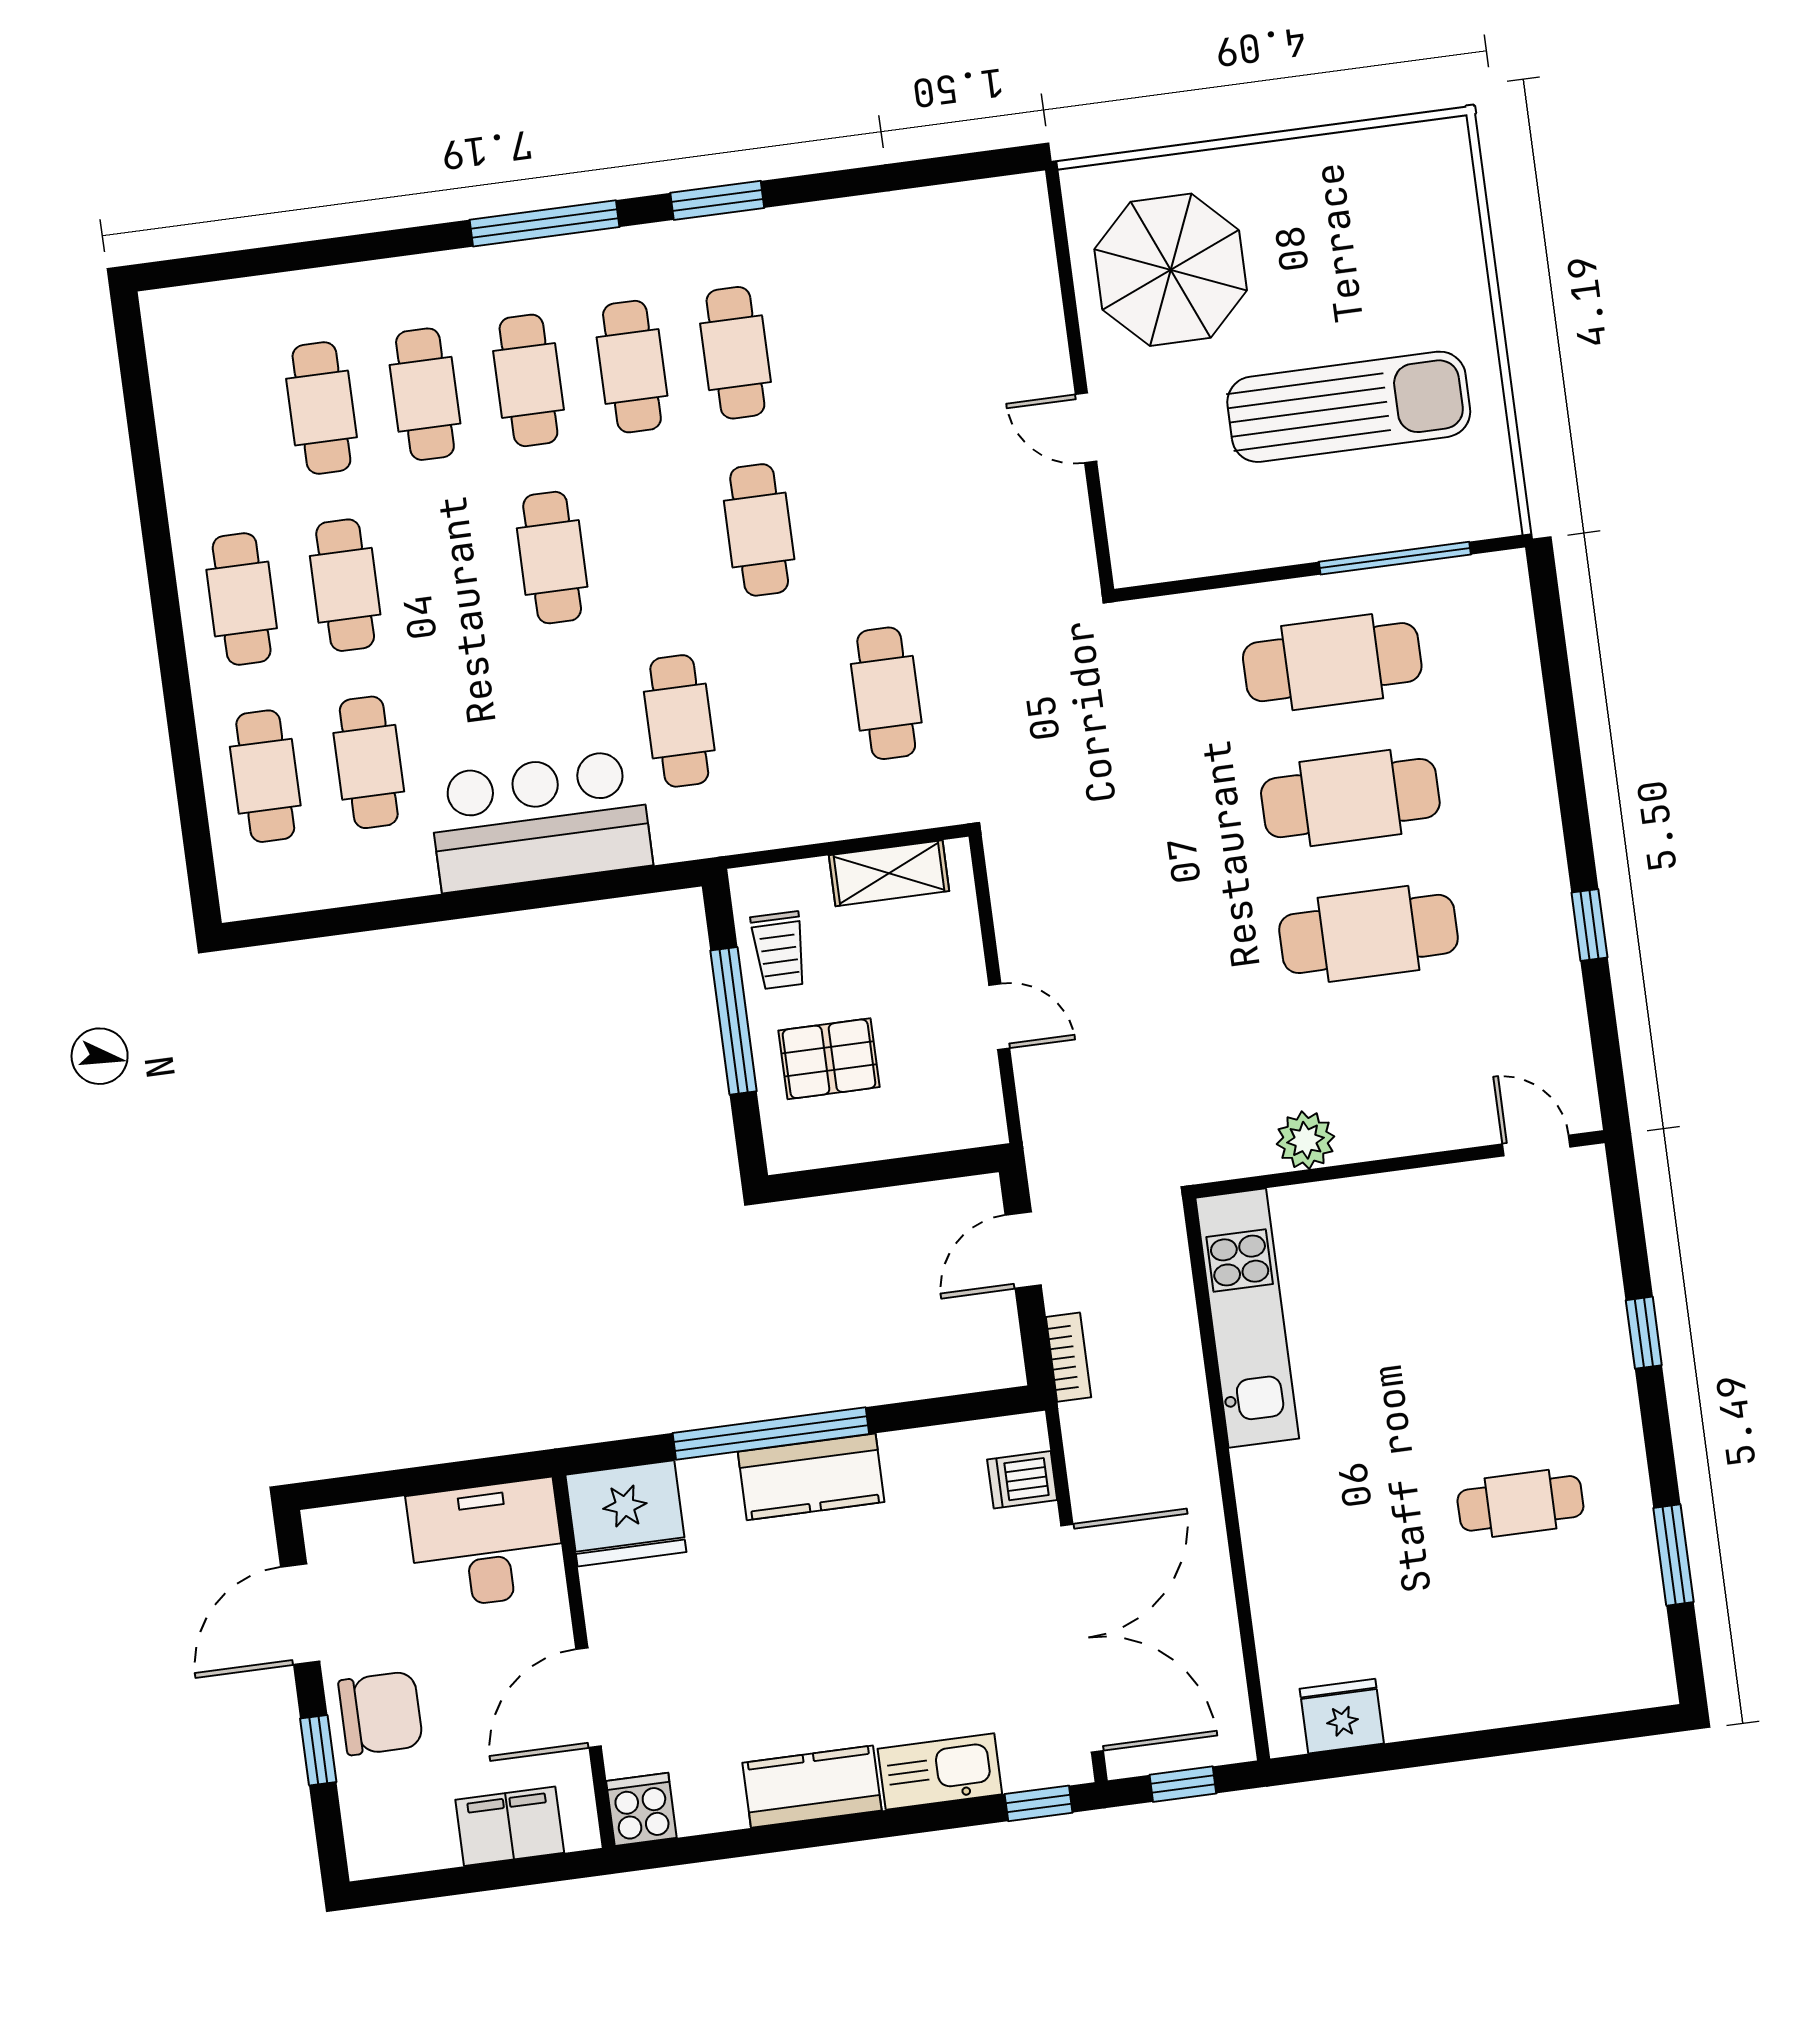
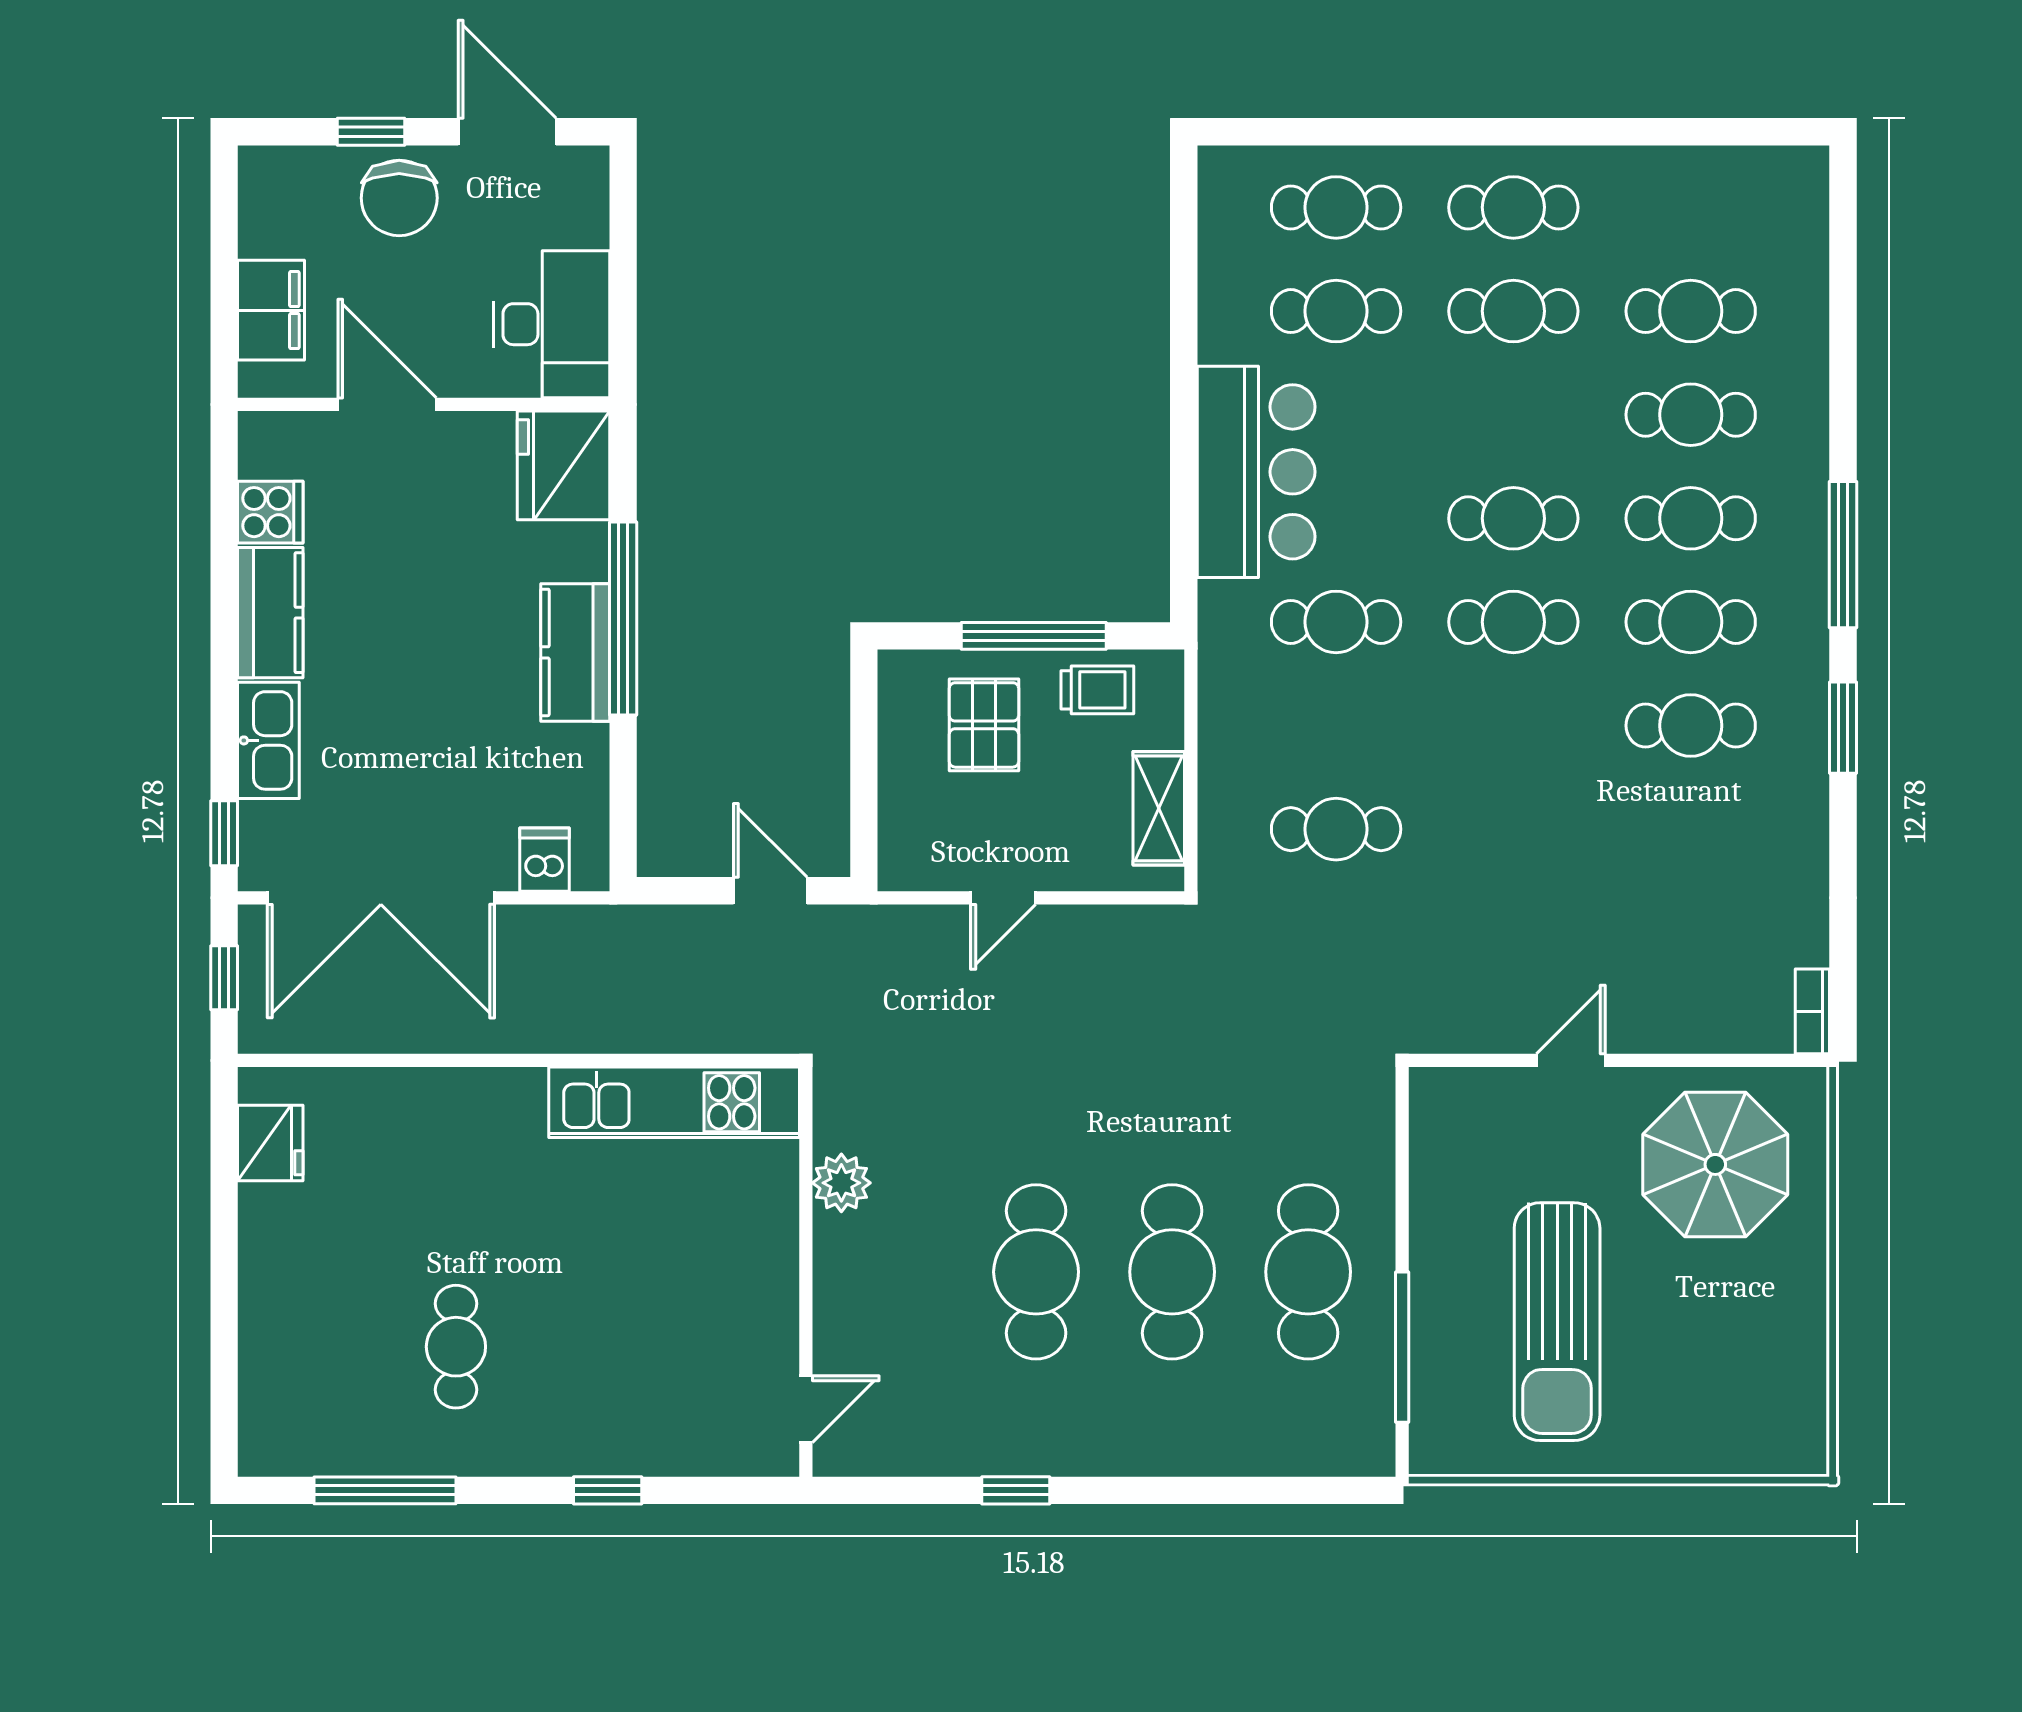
cafe table: (759, 530) -> (1513, 622), moved
trolley: (779, 950) -> (1097, 690), turned 180
bookcase: (1069, 1357) -> (1812, 1011), moved, turned 90
window: (1673, 1555) -> (385, 1490), width x1.44
cooker: (641, 1809) -> (270, 512), moved

